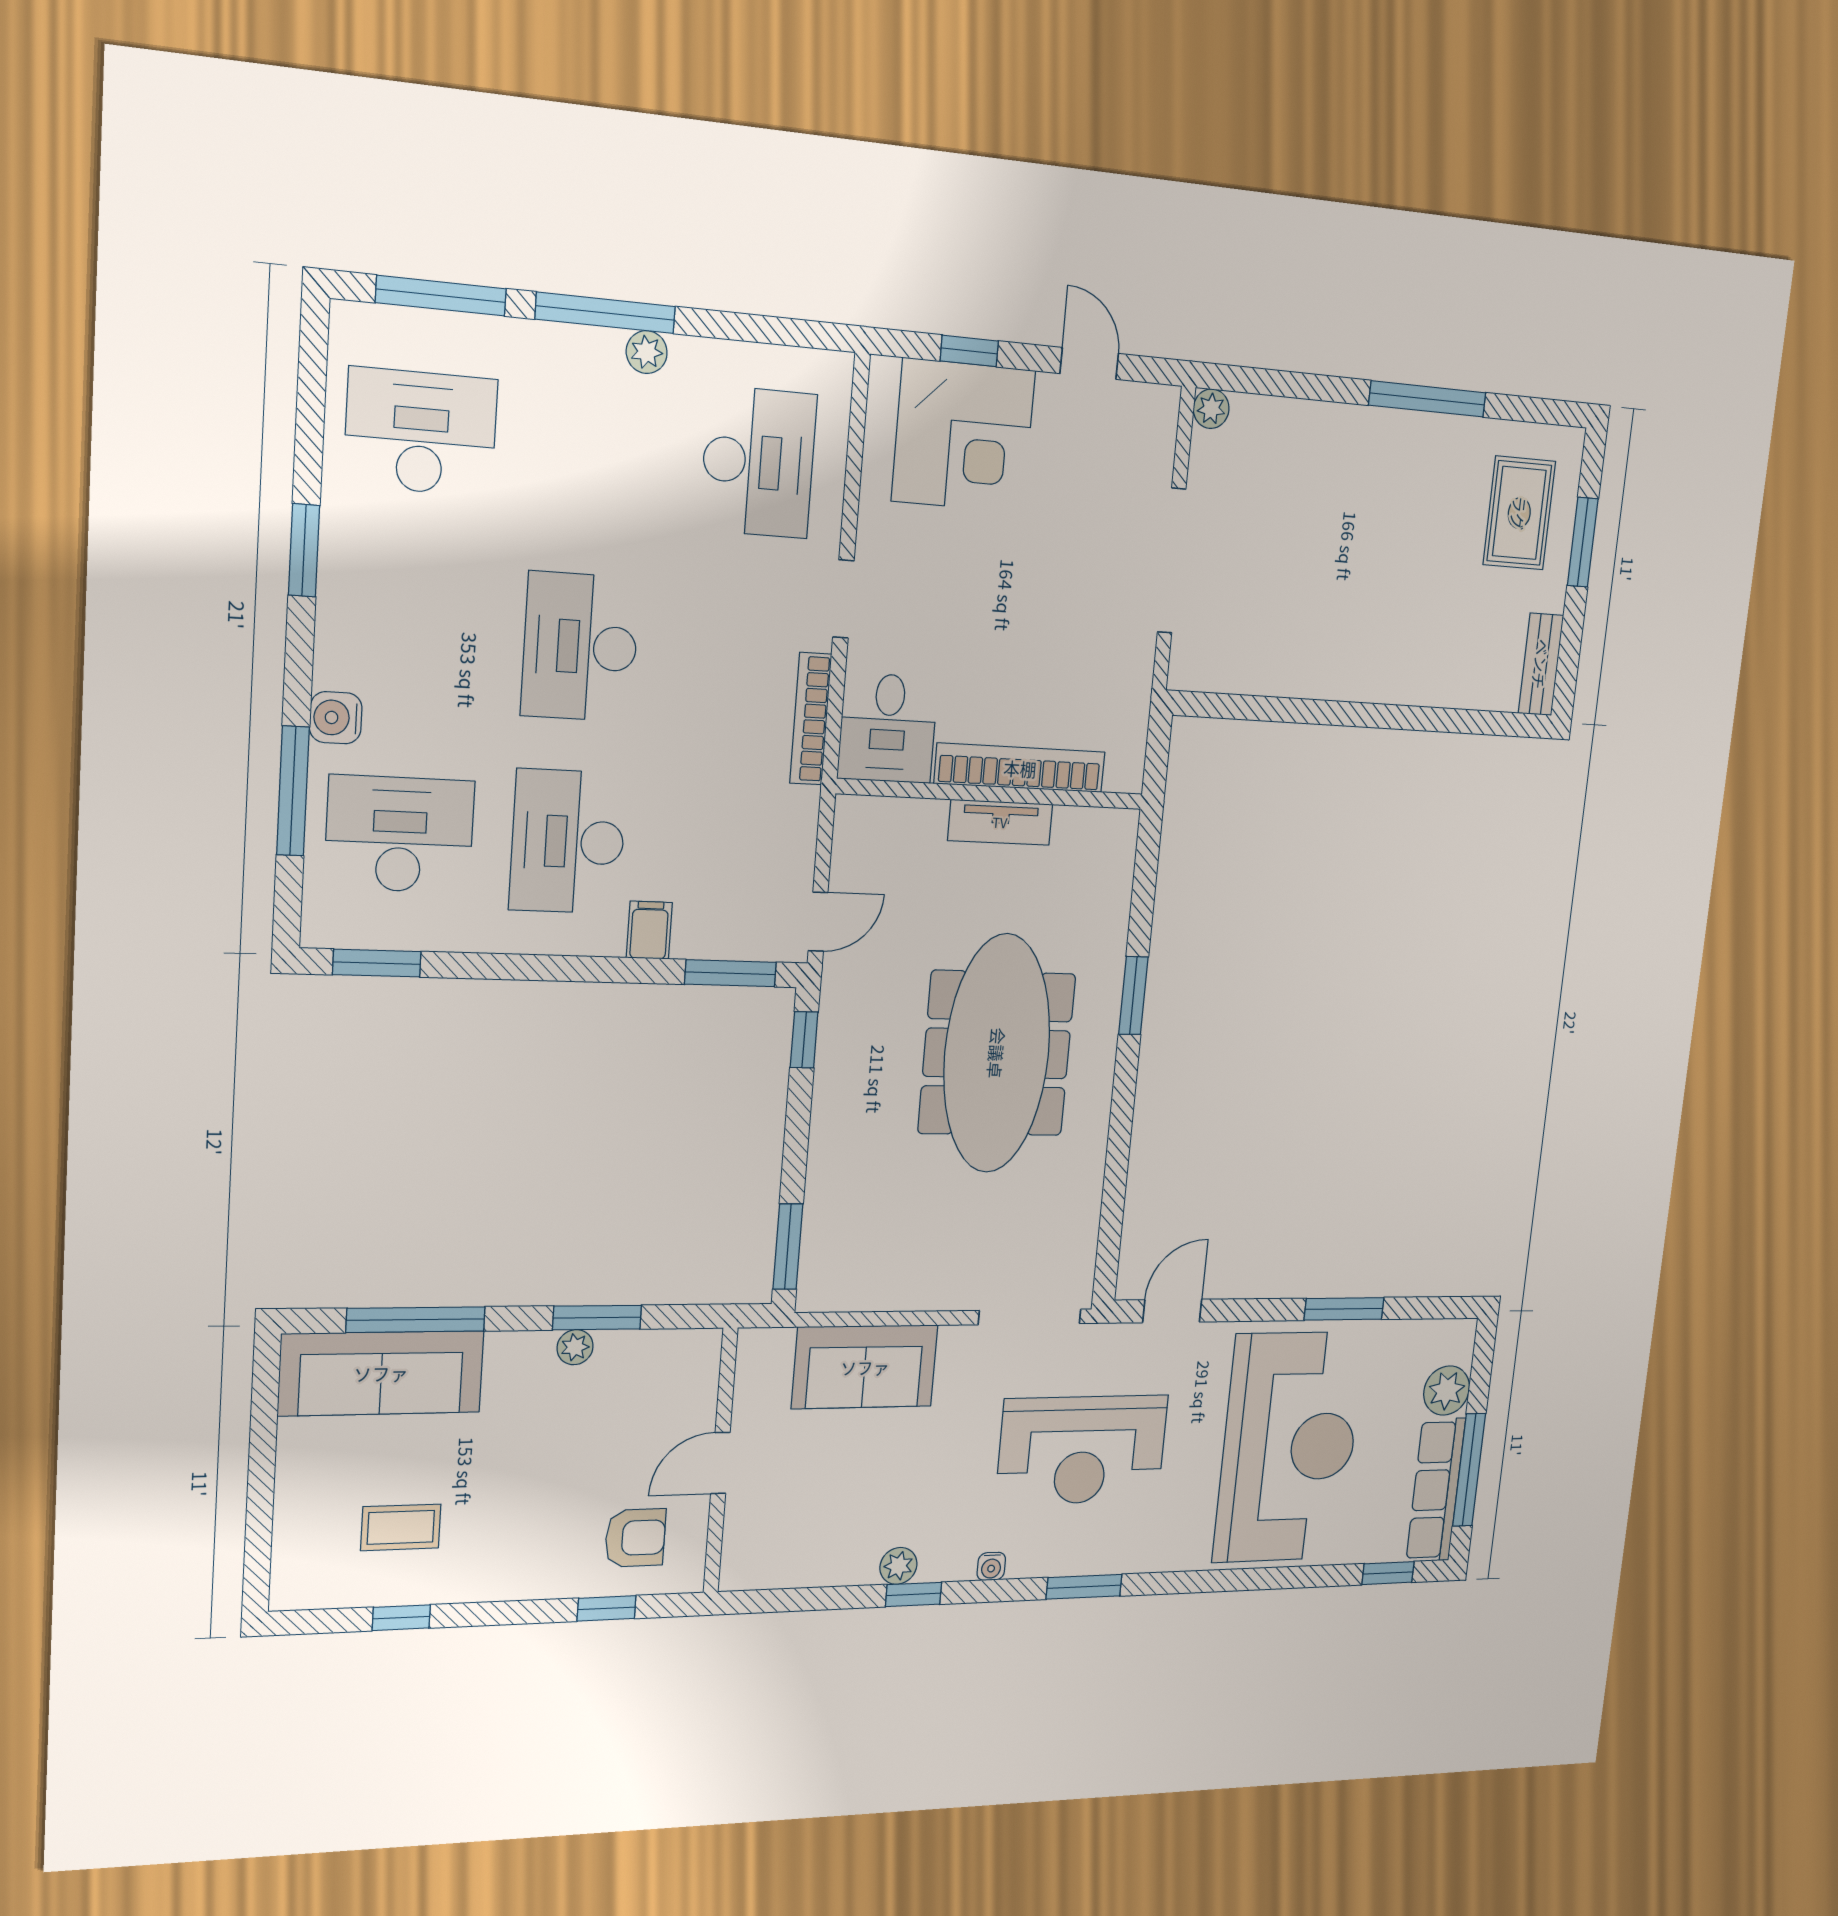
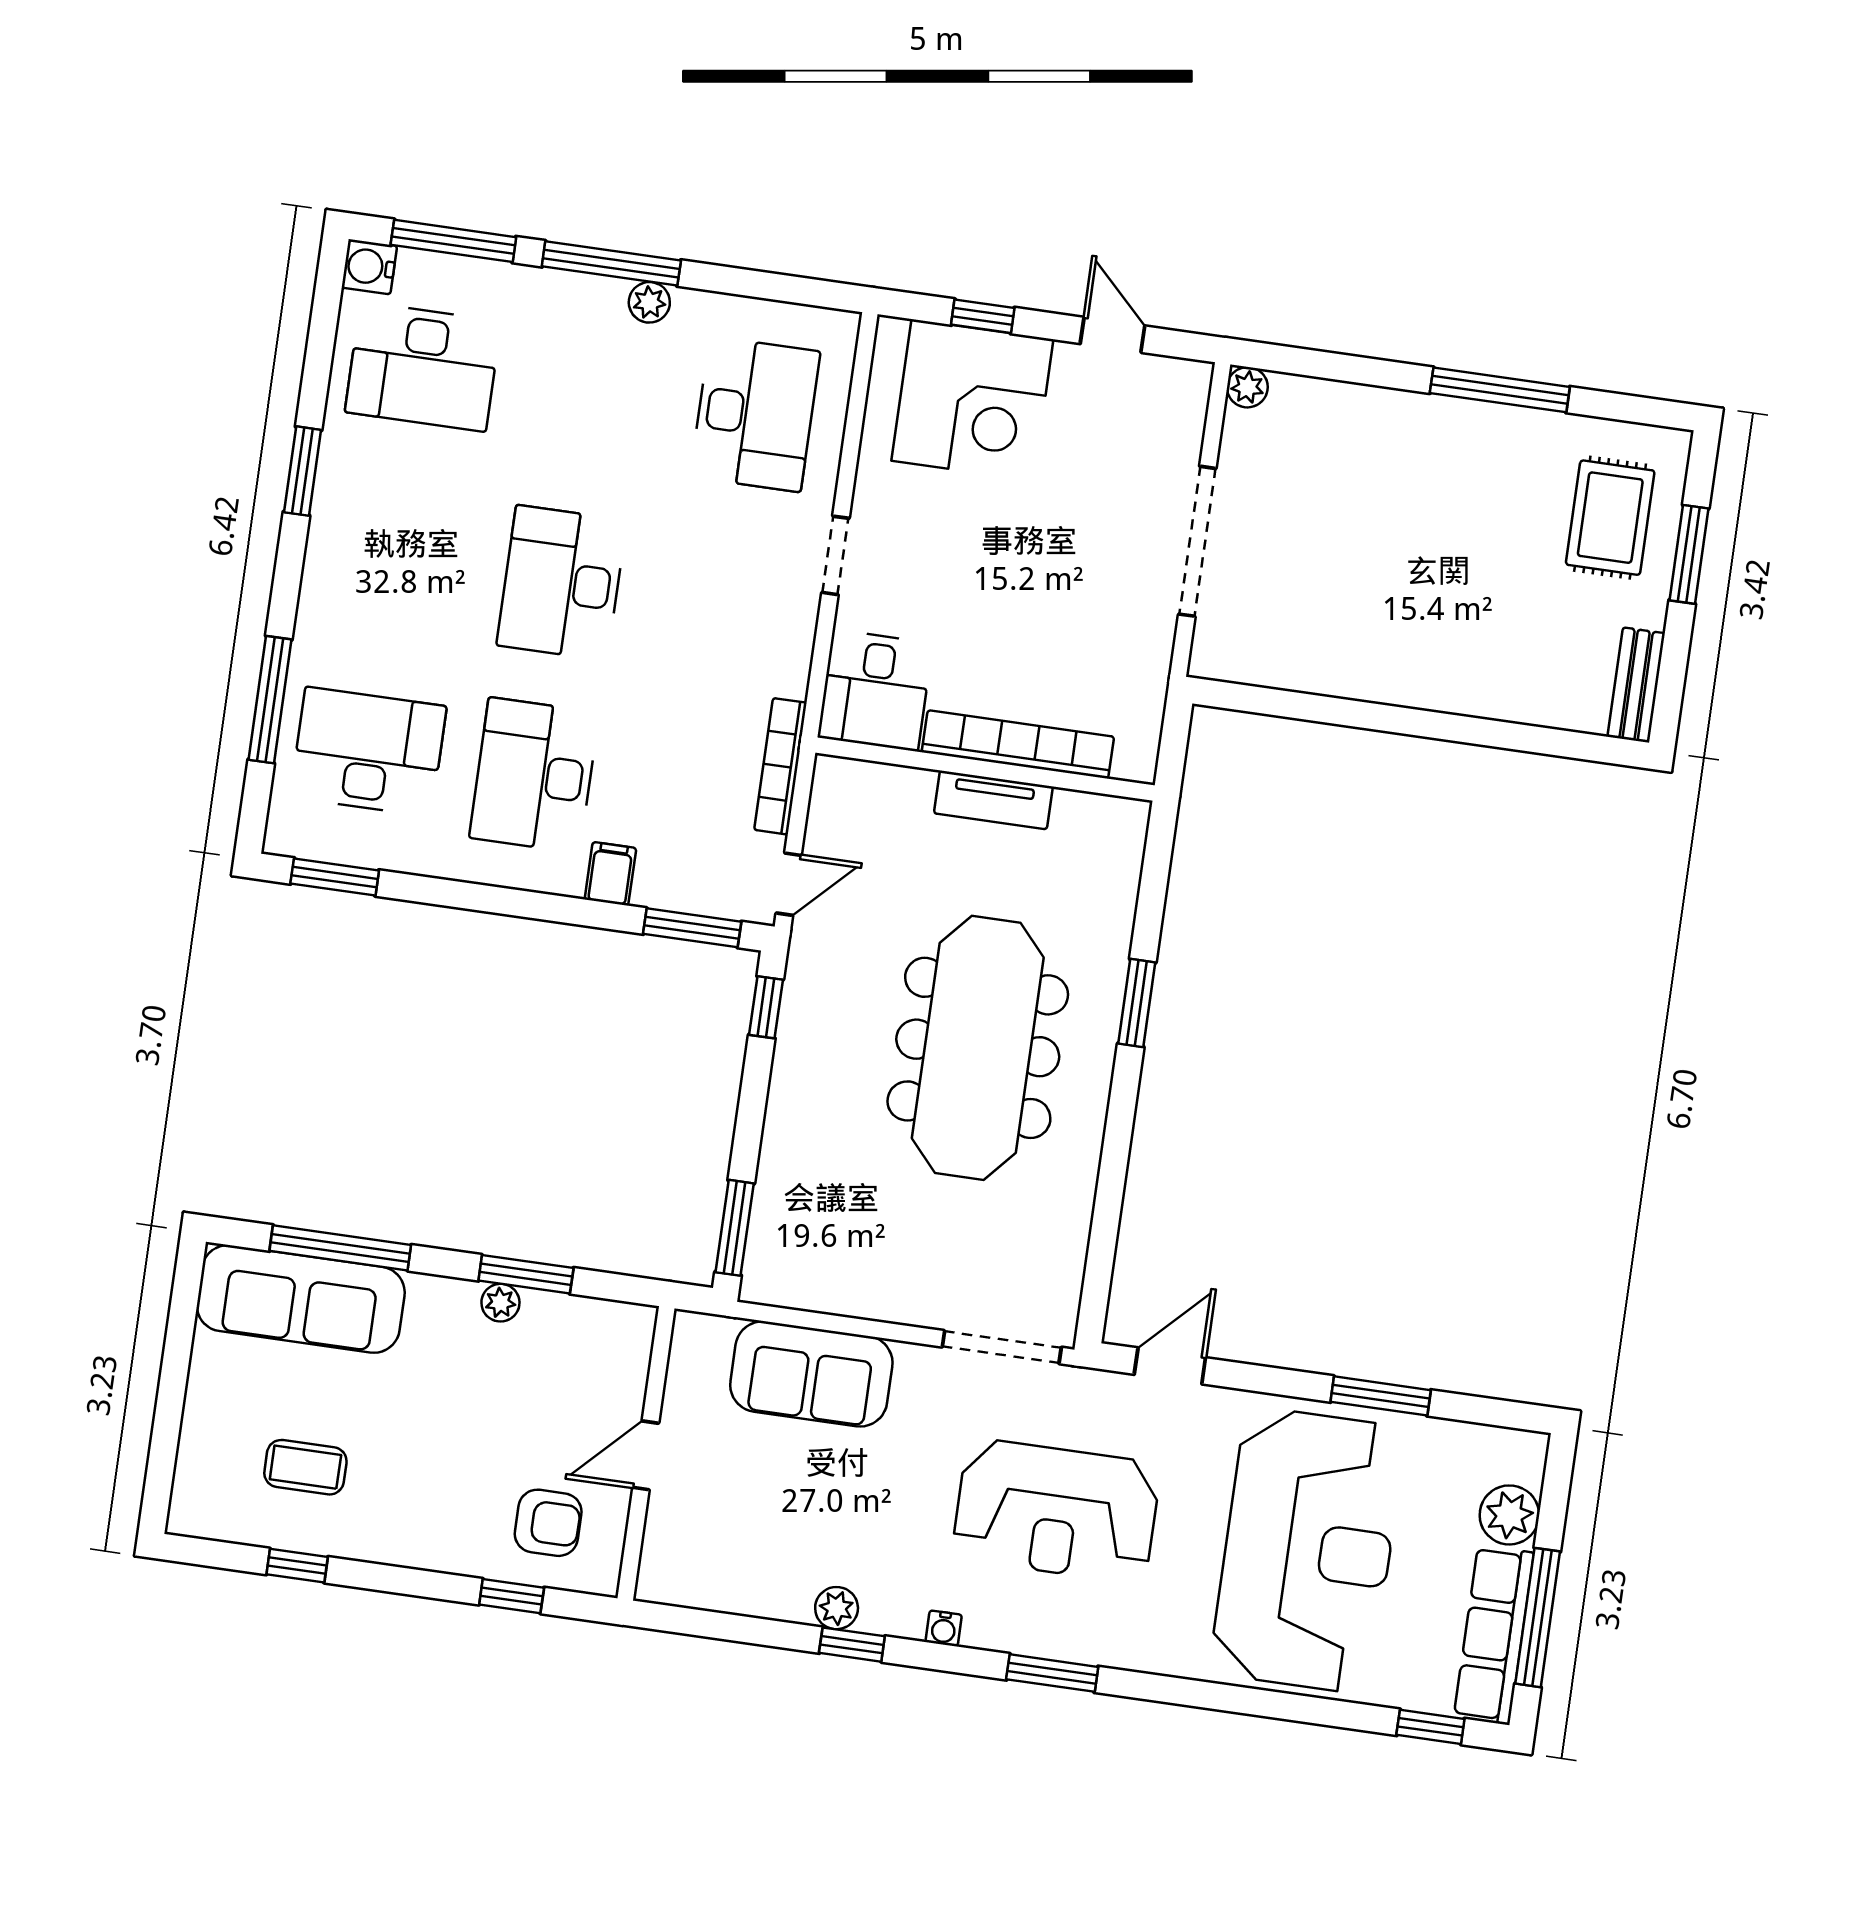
desk: (421, 432) -> (423, 367), turned 180
water cooler: (336, 718) -> (369, 267), moved
bookcase: (811, 719) -> (780, 766), moved

